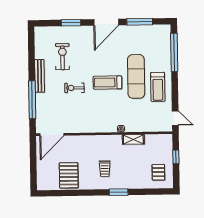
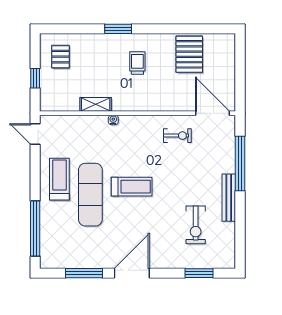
window: (71, 23) -> (199, 273), moved
exercise bike: (74, 88) -> (177, 136), moved
door: (52, 134) -> (213, 113), hinge flipped

